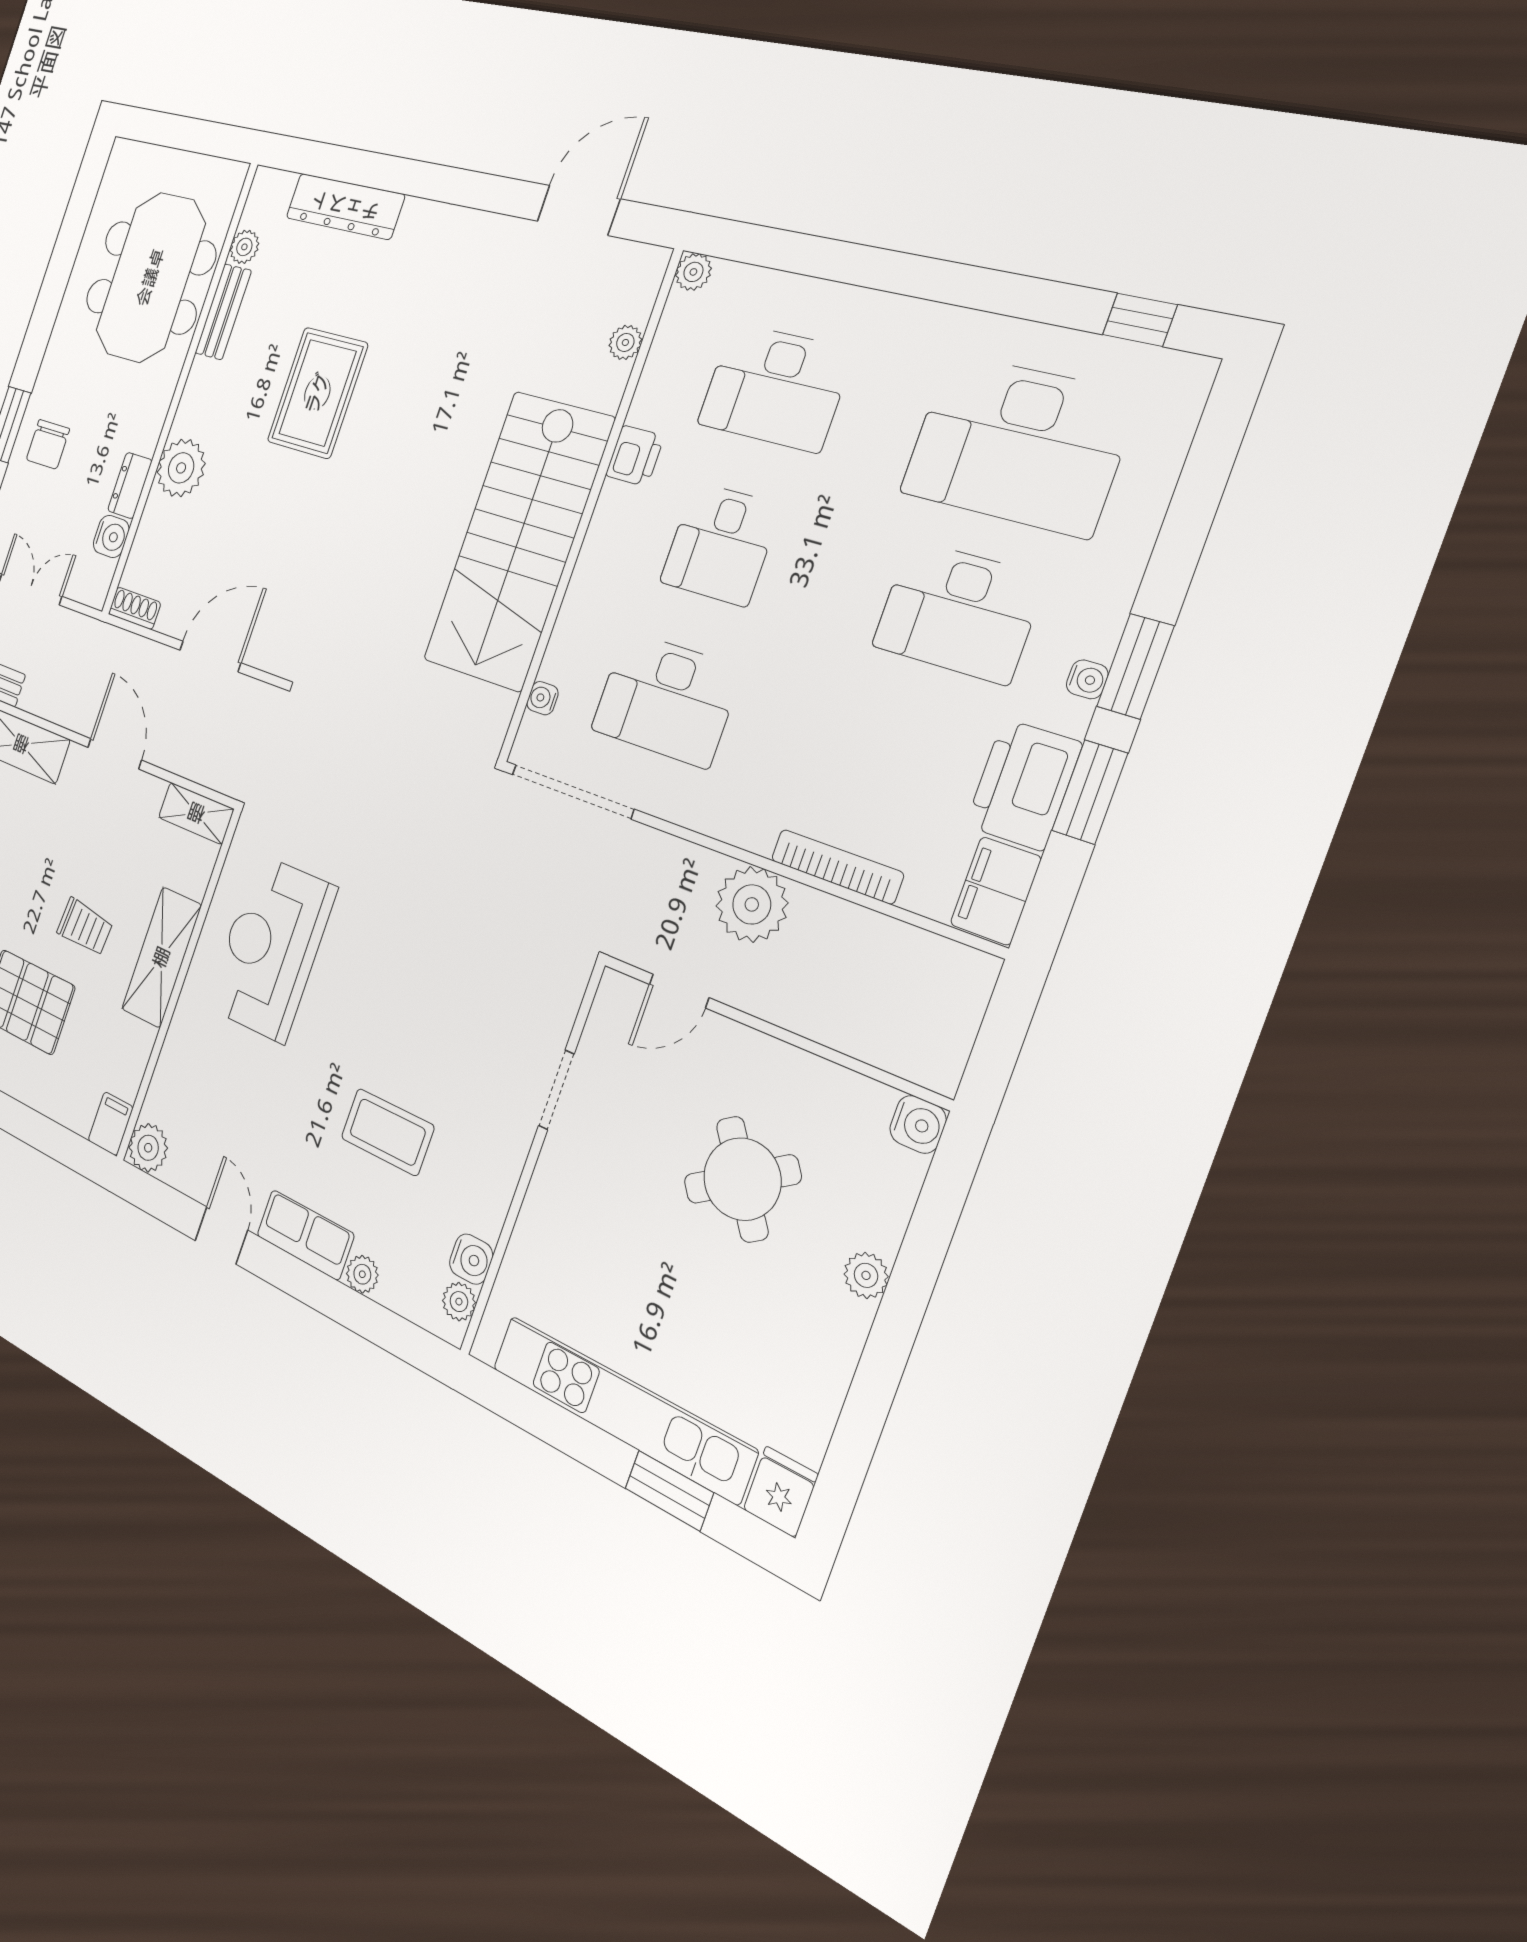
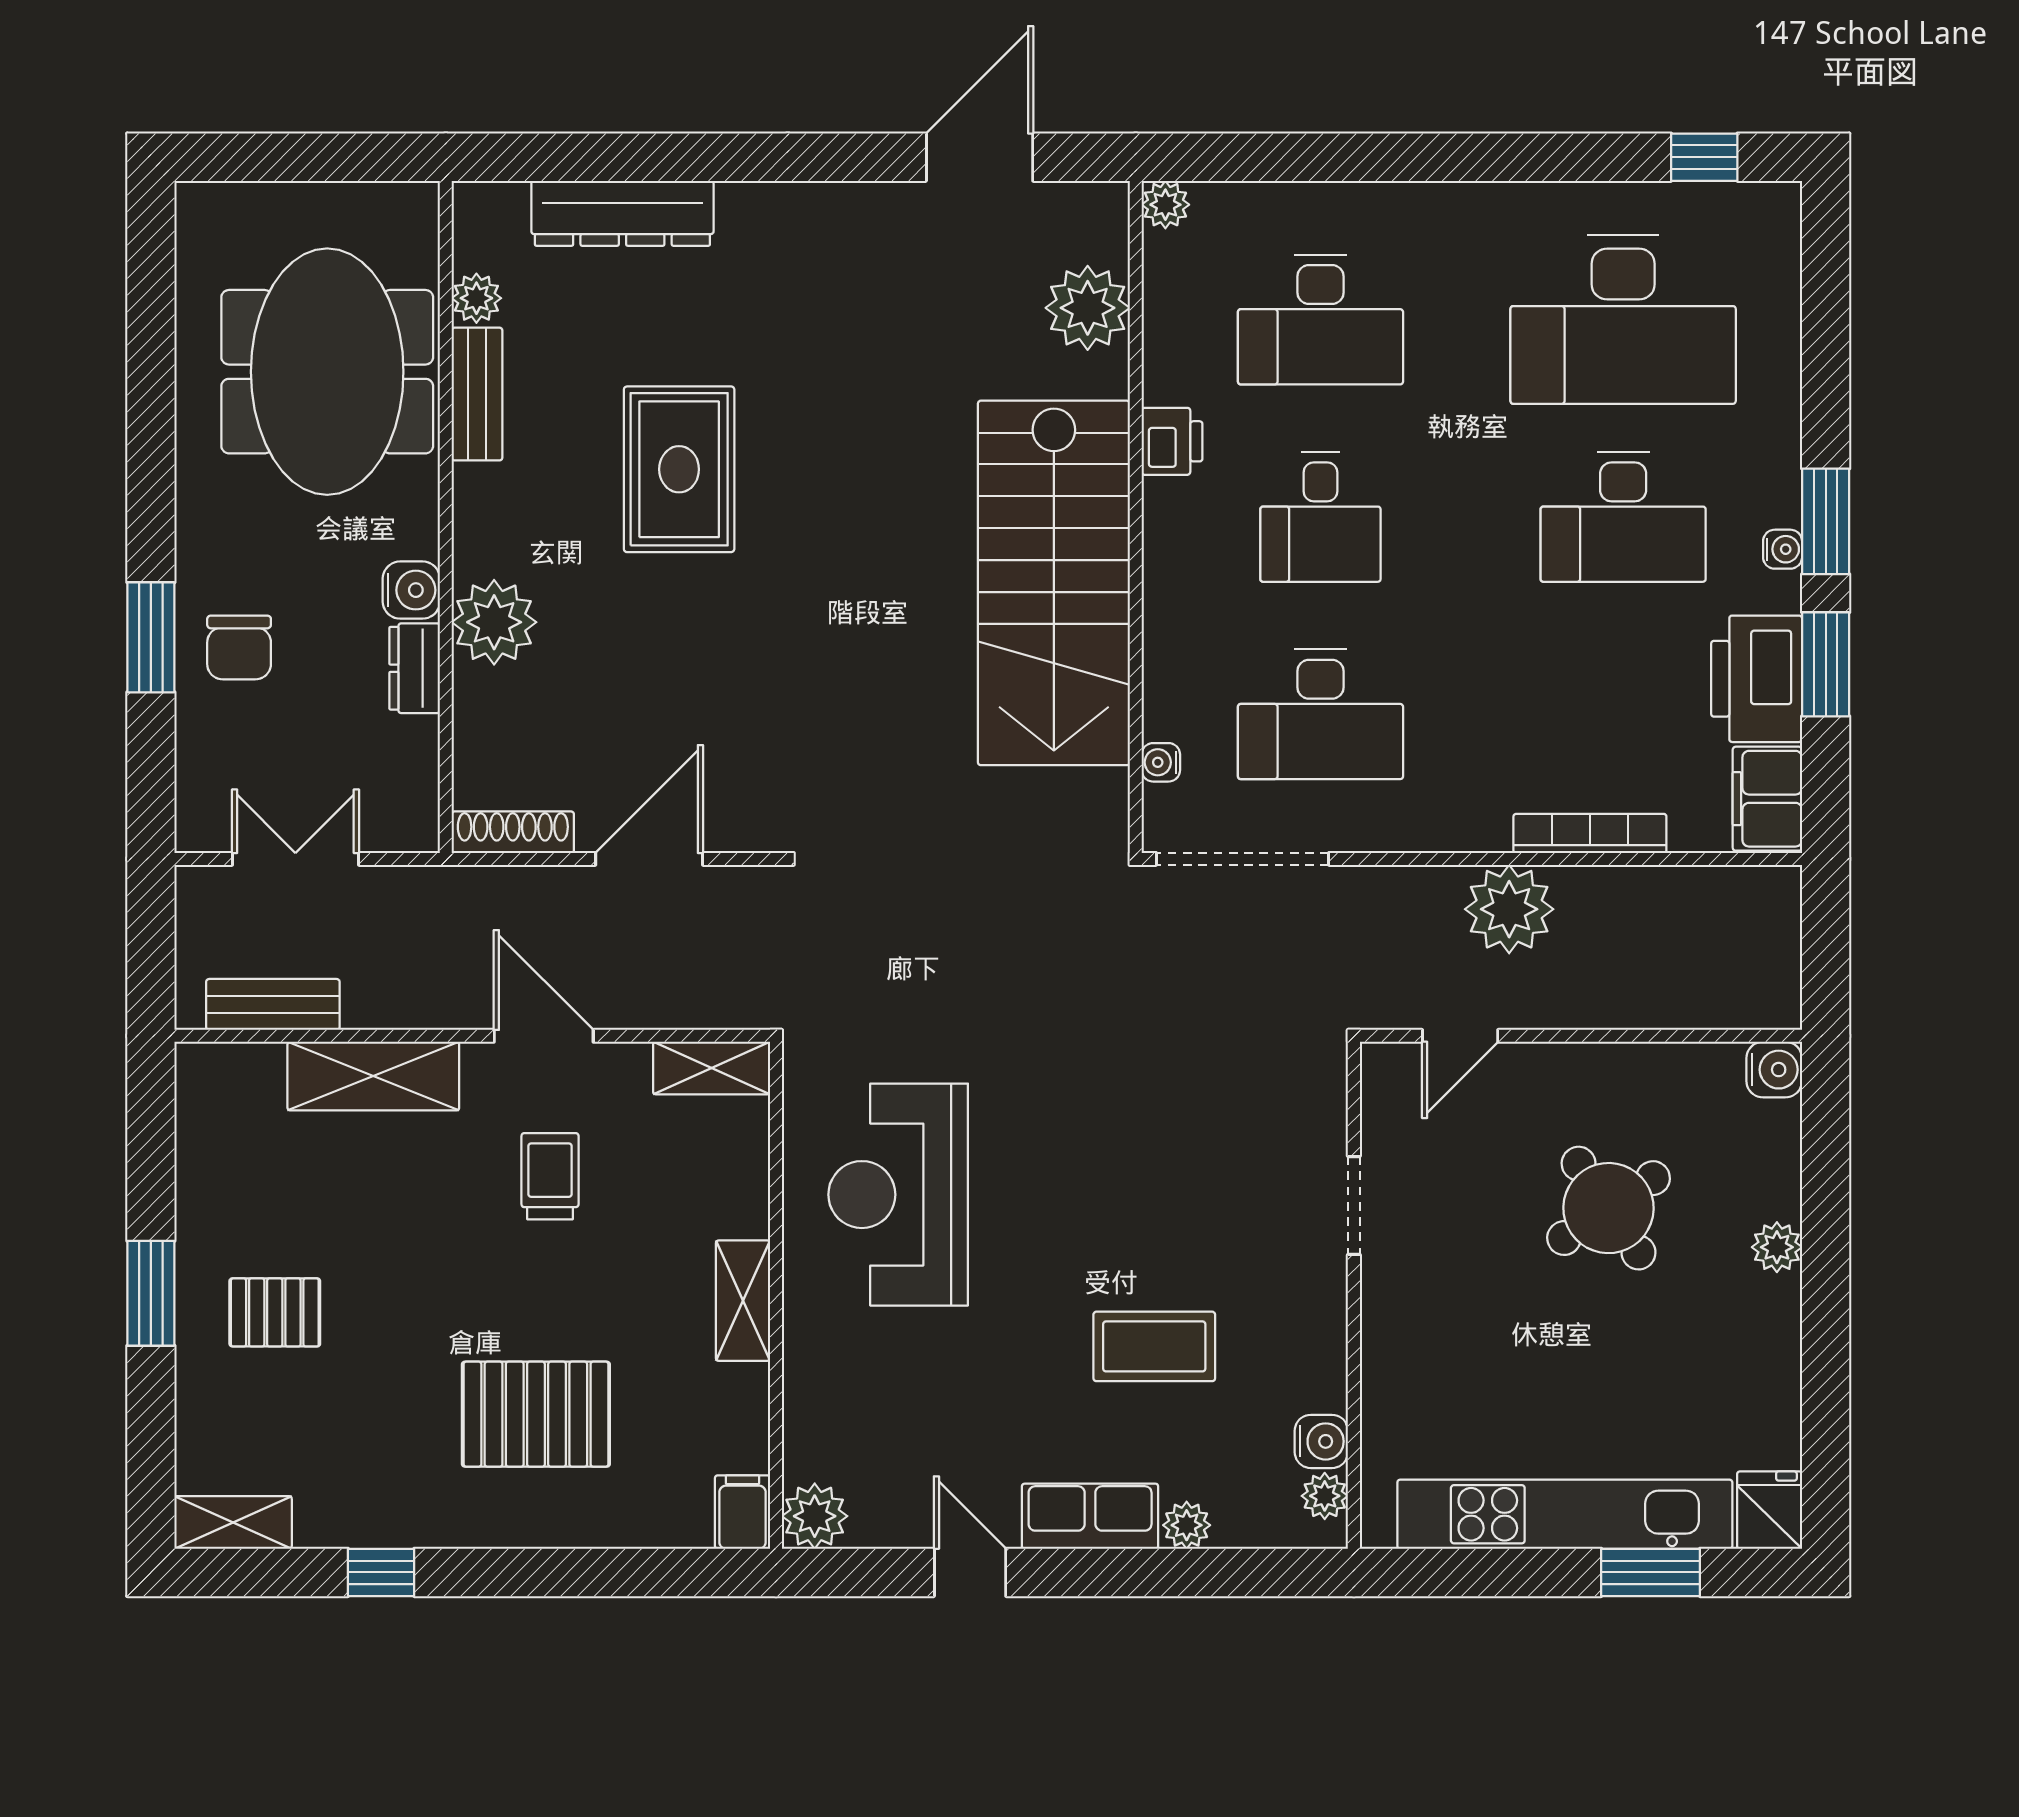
plant: (625, 342) -> (1088, 308), width x1.88, depth x1.88
water cooler: (111, 536) -> (411, 590), moved
shoe rack: (135, 608) -> (513, 832), width x1.43
trolley: (85, 927) -> (550, 1176), moved, turned -94
shelving: (161, 957) -> (743, 1301), width x0.67, depth x0.75

